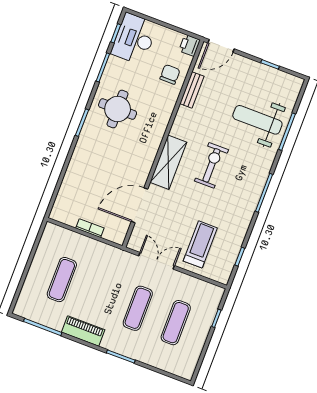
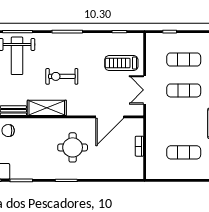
round table: (118, 109) -> (73, 147), moved
shelving: (168, 162) -> (47, 108), moved
door: (140, 205) -> (110, 117), hinge flipped

